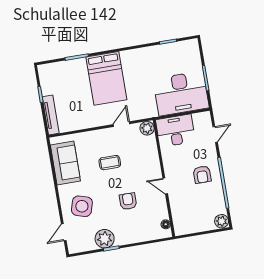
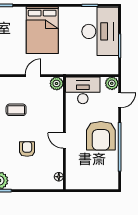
bed: (106, 78) -> (42, 30), moved
desk: (181, 93) -> (100, 31), moved, turned -90
armchair: (202, 175) -> (101, 136), width x1.88, depth x1.88
plant: (222, 221) -> (112, 83), moved

